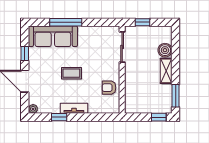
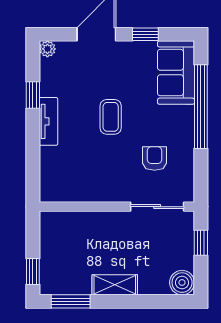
window: (66, 22) -> (201, 107), width x1.46
sofa: (53, 36) -> (176, 73), width x0.73
boiler: (165, 50) -> (182, 283), moved
armchair: (109, 88) -> (155, 158), moved

